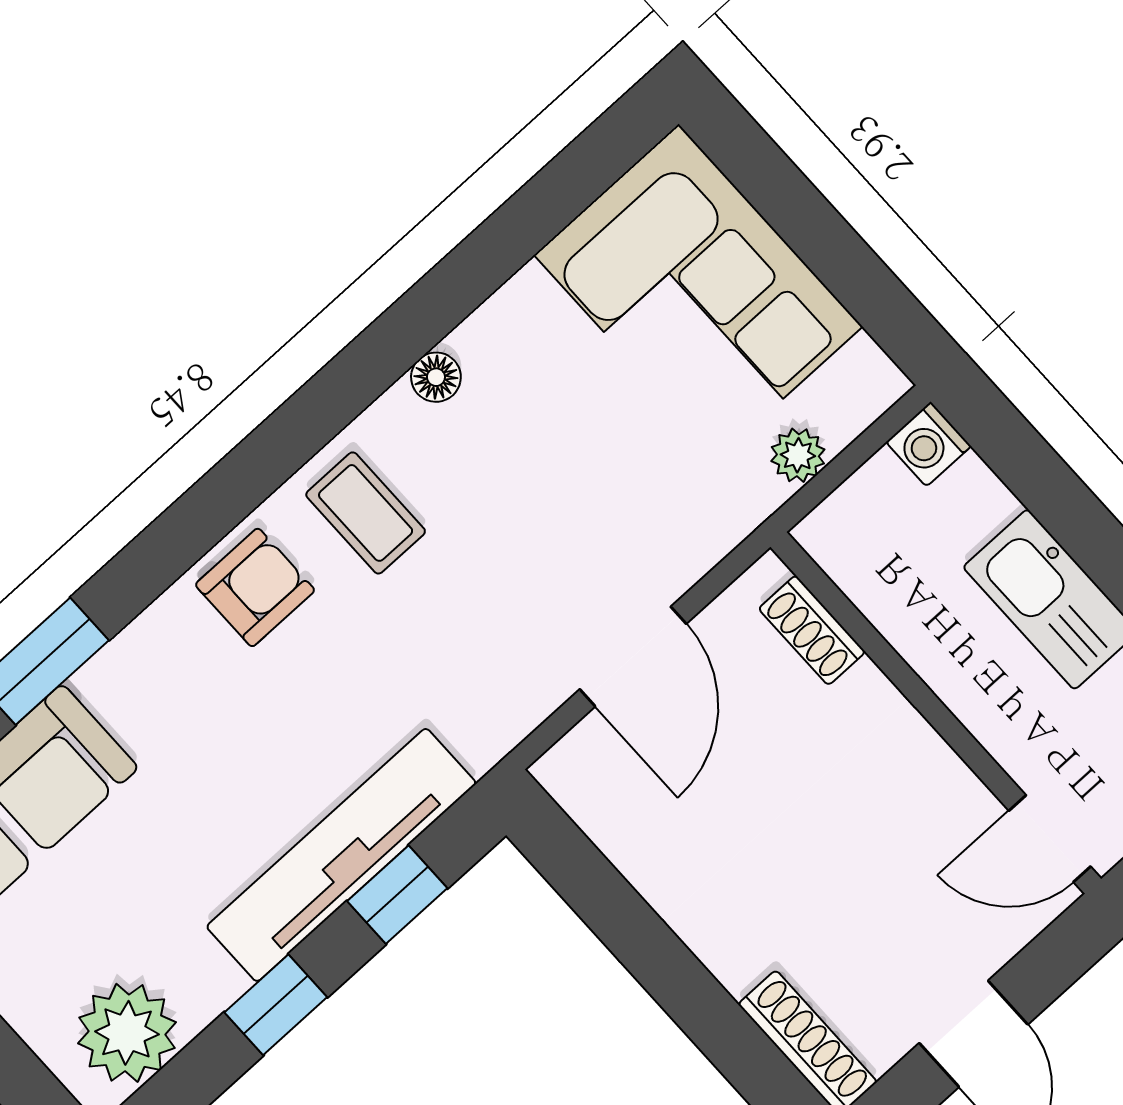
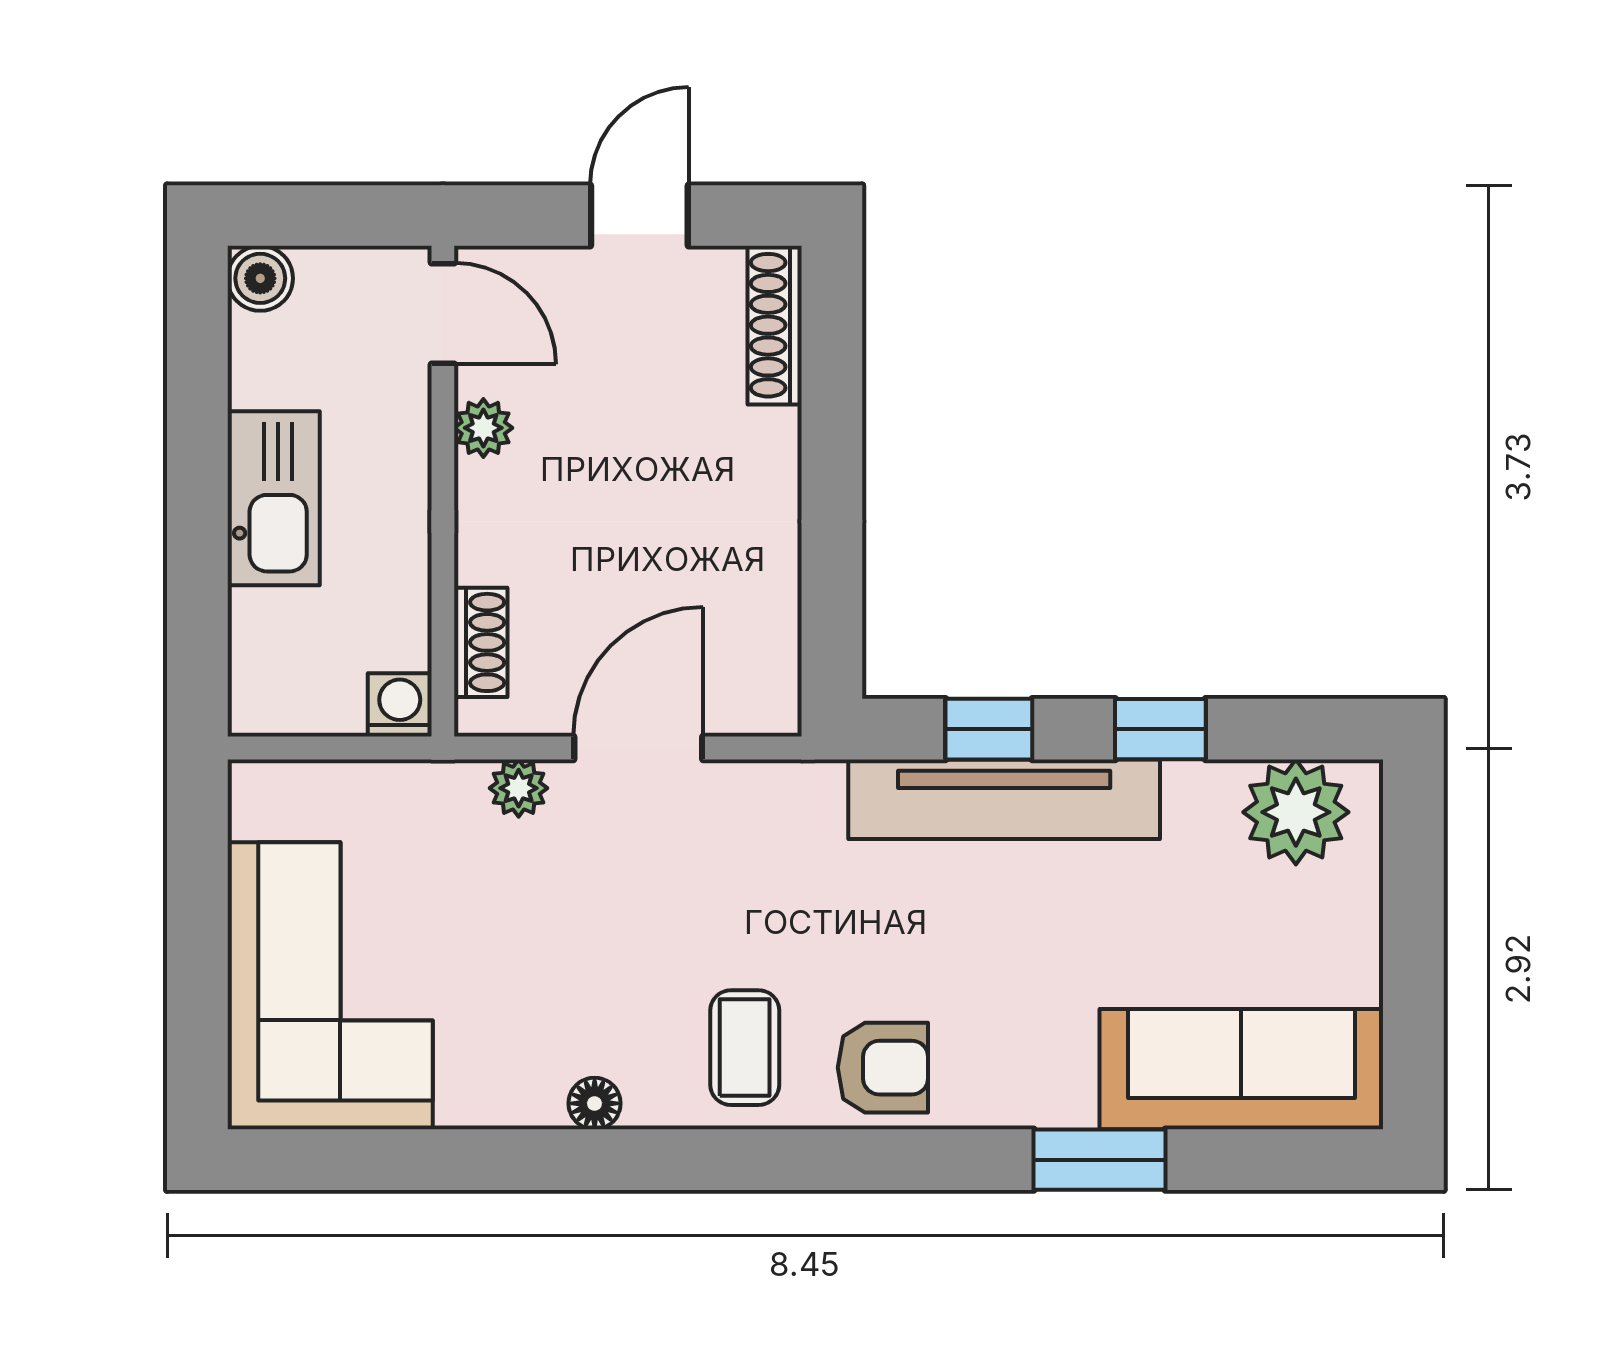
washing machine: (928, 444) -> (400, 705), moved, turned -90
plant: (798, 455) -> (519, 788), moved
armchair: (255, 587) -> (883, 1068), turned 180
plant: (948, 784) -> (483, 428), added

